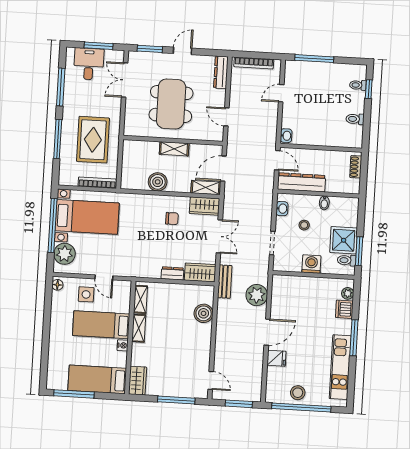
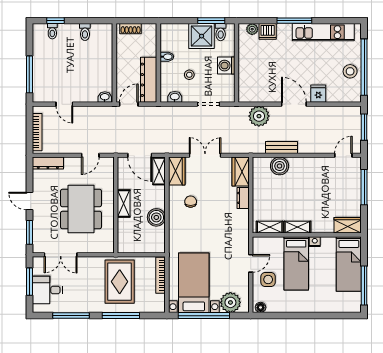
dining table: (171, 104) -> (81, 209), turned 90
rug: (93, 140) -> (120, 282), turned 90
bench: (225, 282) -> (282, 148), moved

